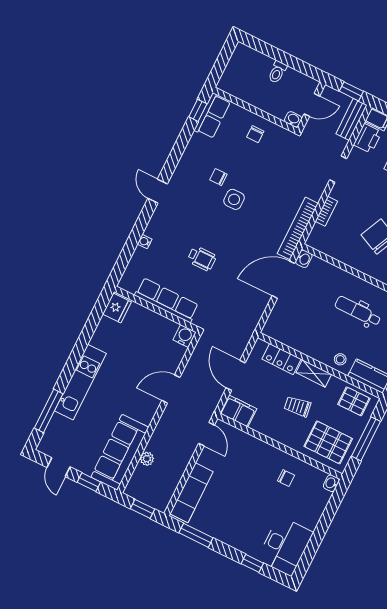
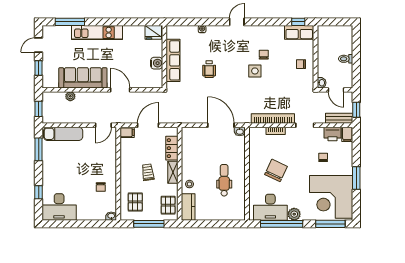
bookcase: (298, 228) -> (273, 119), moved
water cooler: (185, 336) -> (157, 63), moved
filing cabinet: (238, 411) -> (127, 132), width x0.50
pallet: (328, 442) -> (135, 202), width x0.67, depth x0.71
sofa: (120, 452) -> (83, 78), moved

